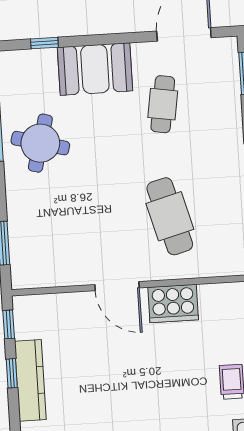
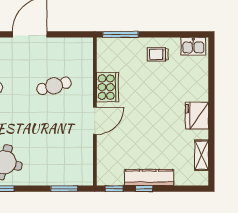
cafe table: (170, 216) -> (54, 86), width x0.73, depth x0.74

